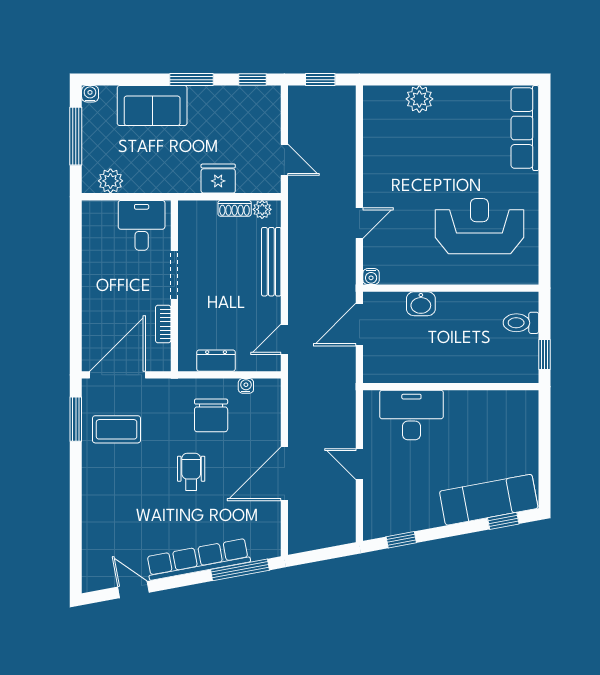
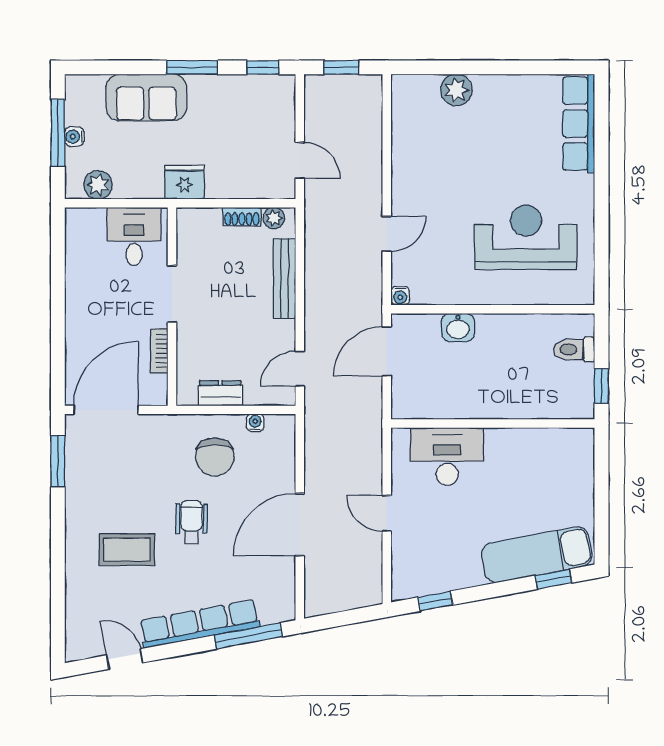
water cooler: (90, 94) -> (74, 137), moved, turned -90
fridge: (218, 179) -> (184, 182), moved
coffee table: (117, 429) -> (127, 550), moved

